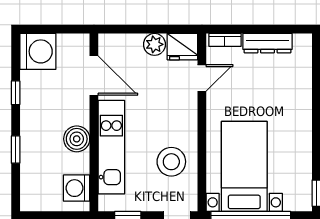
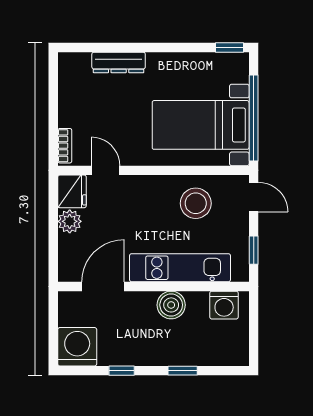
dresser: (268, 43) -> (119, 62), moved, turned 90

